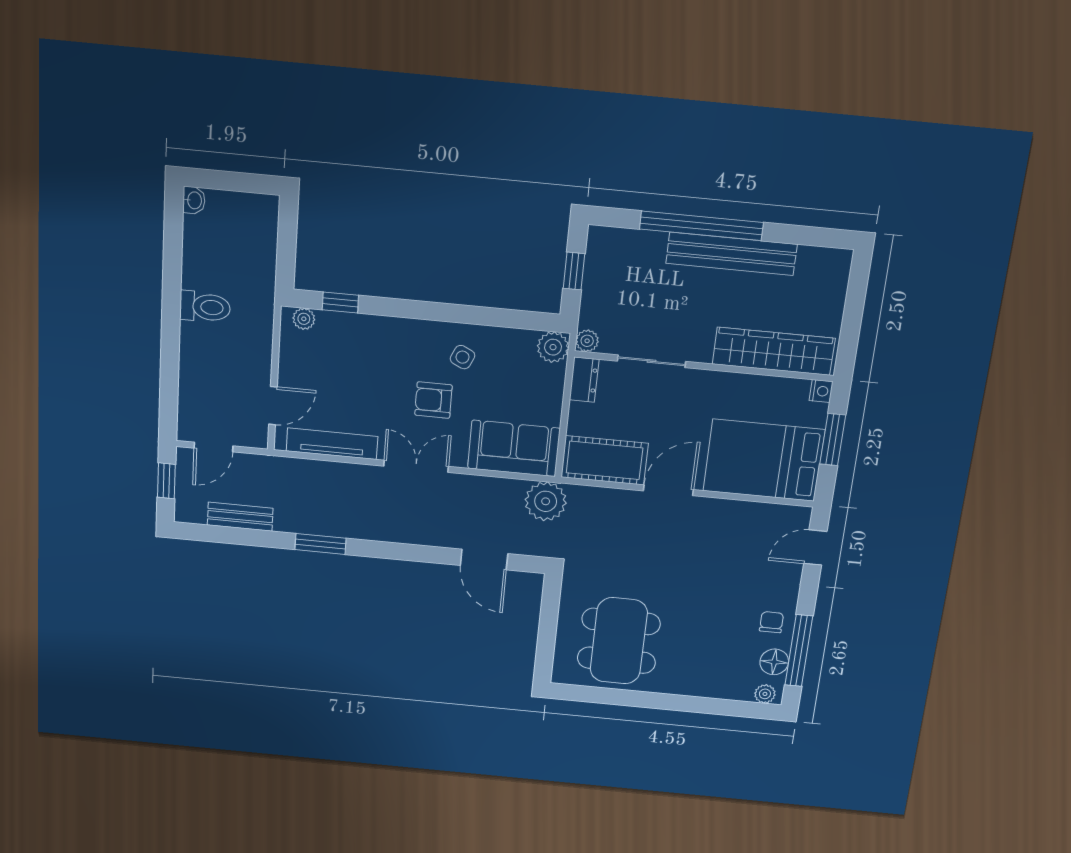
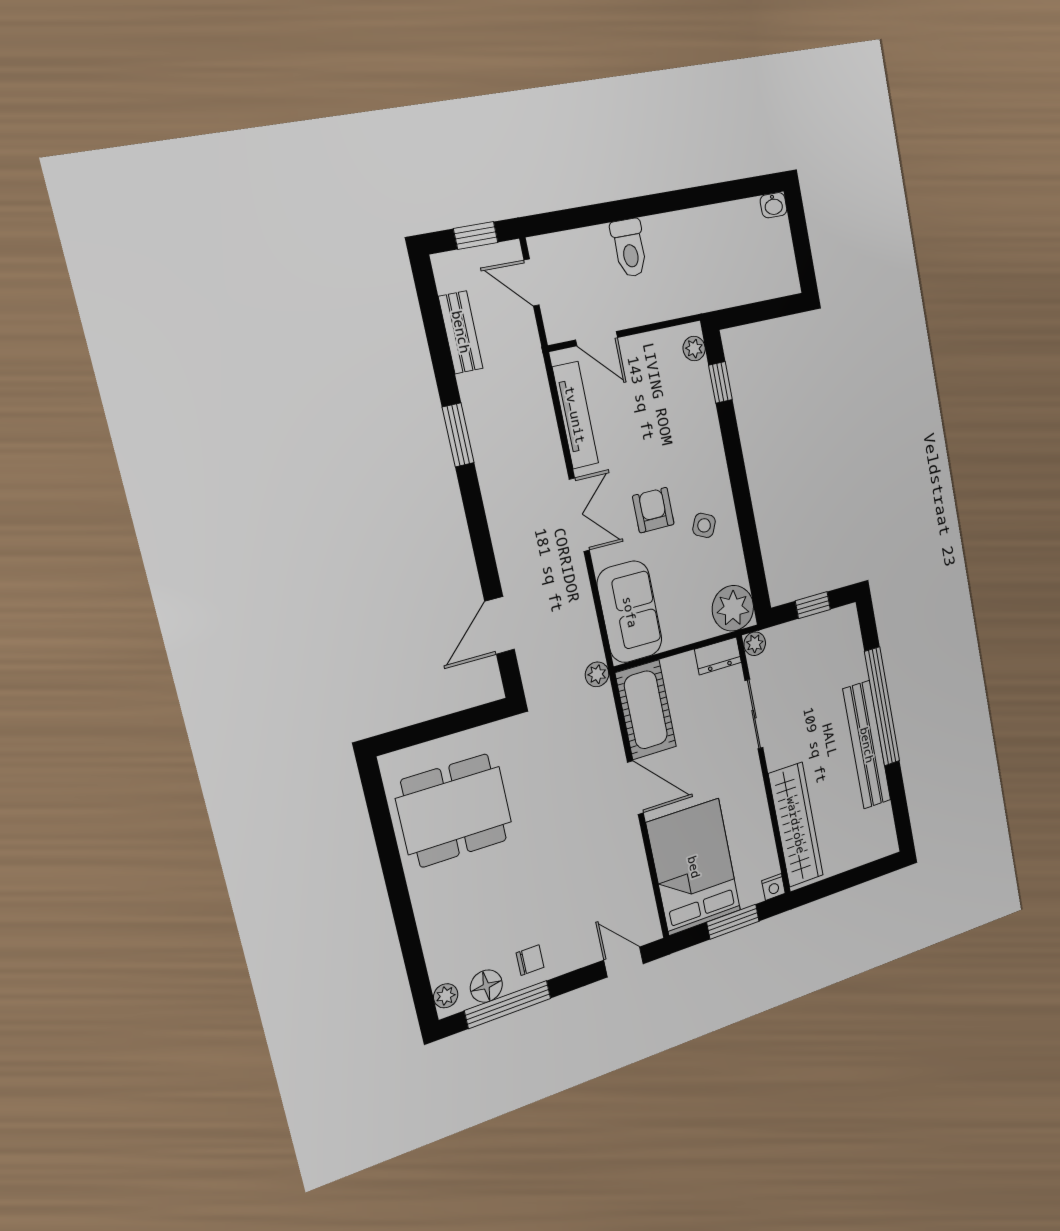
toilet: (205, 307) -> (629, 248), moved
plant: (553, 347) -> (733, 608), width x1.36, depth x1.36
plant: (546, 501) -> (597, 674), width x0.53, depth x0.53

